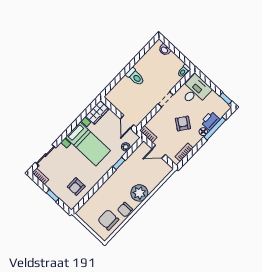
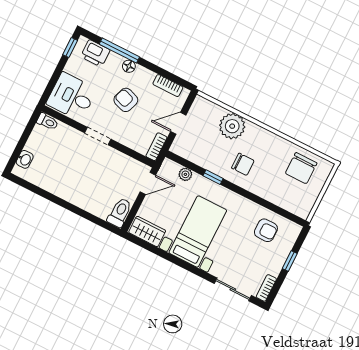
toilet: (135, 77) -> (120, 213), moved
printer: (210, 121) -> (95, 53), moved
armchair: (183, 124) -> (126, 100), turned 73
door: (159, 152) -> (178, 123), swing flipped
plant: (139, 193) -> (232, 126), moved
chair: (125, 210) -> (243, 164), moved

